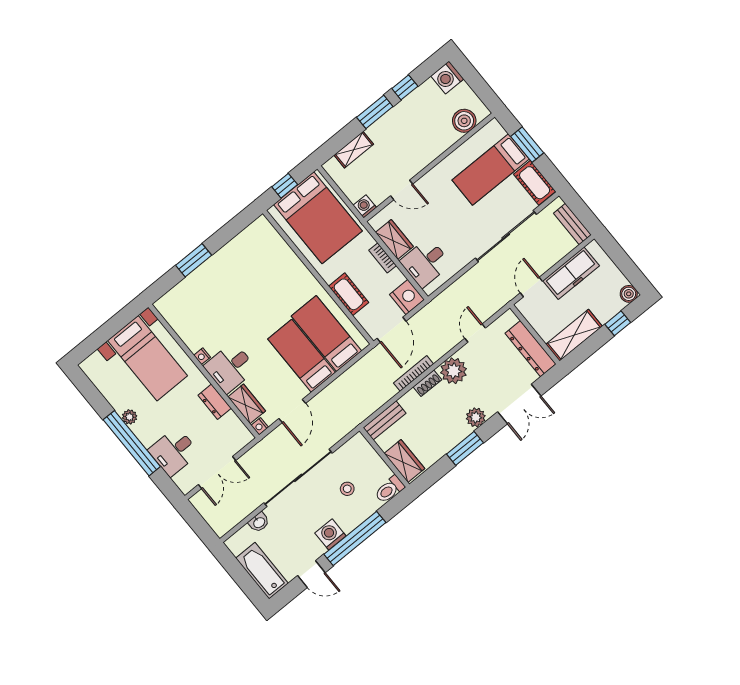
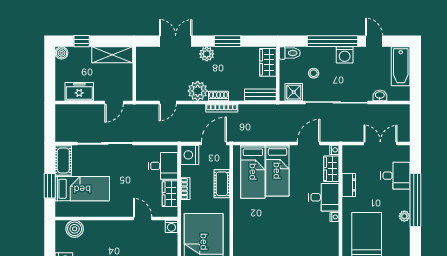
bench: (572, 224) -> (61, 119), removed
freezer: (571, 273) -> (79, 92), width x0.71
dresser: (531, 349) -> (143, 68), removed
shower: (352, 452) -> (294, 92), added

